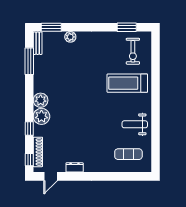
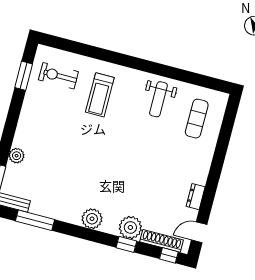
exercise bike: (133, 51) -> (58, 76), turned 180
treadmill: (127, 83) -> (100, 95), width x0.73, depth x0.73
plant: (41, 116) -> (130, 227), moved
door: (51, 176) -> (199, 232), swing flipped

